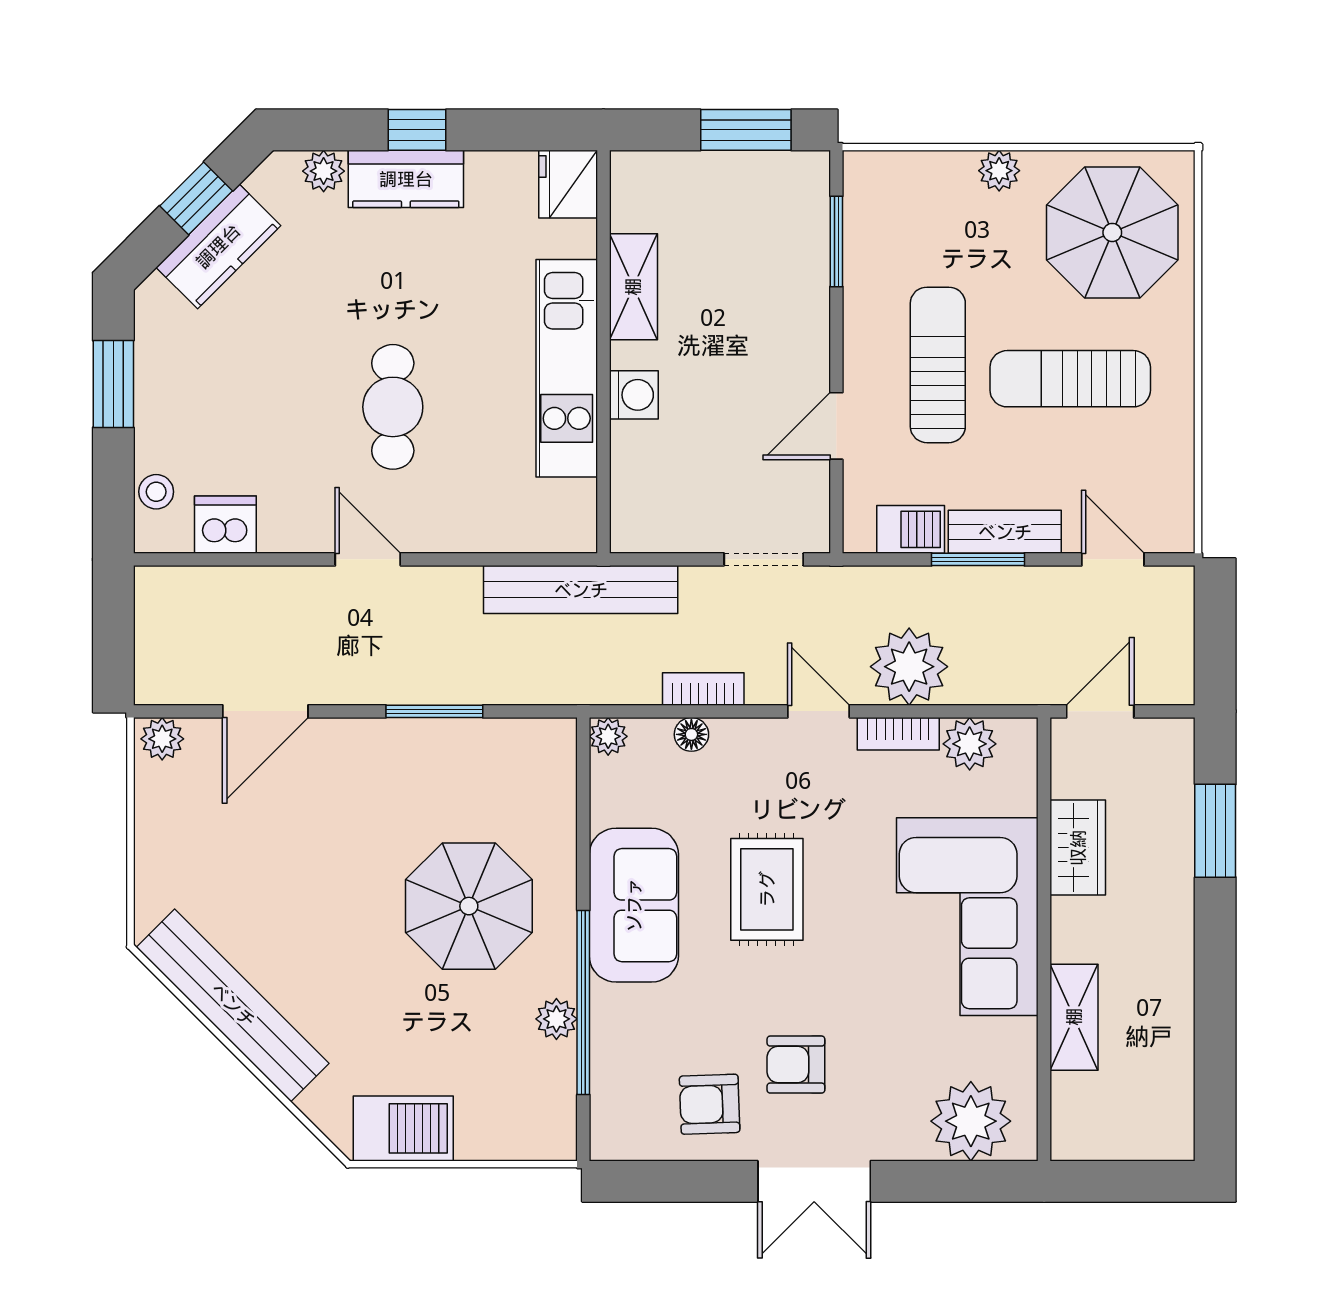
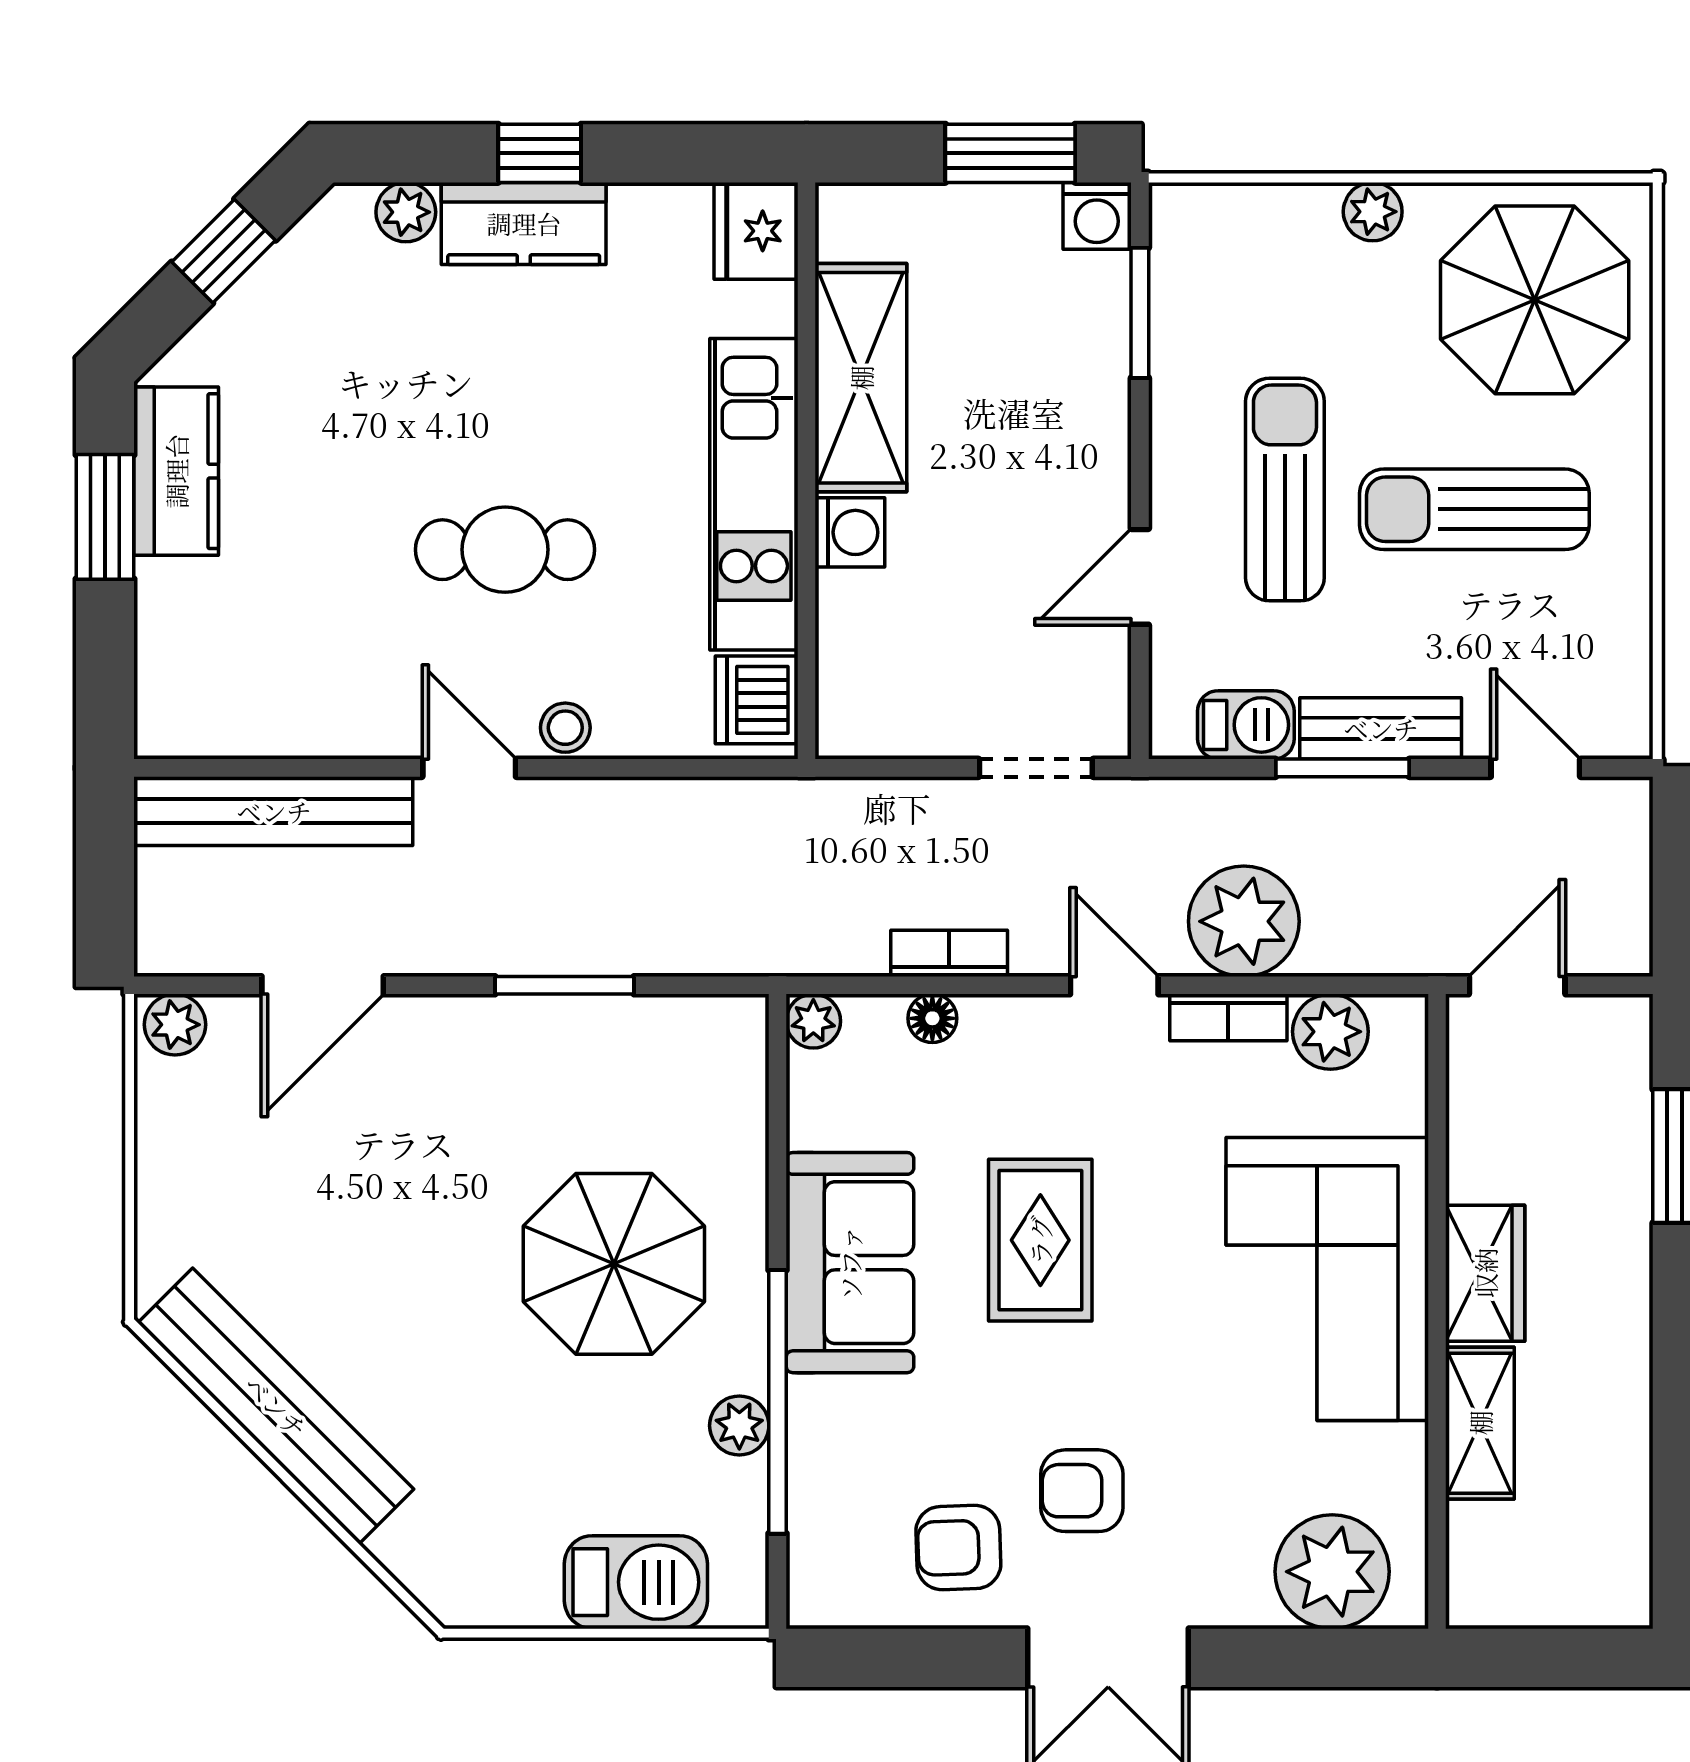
washing machine: (806, 174) -> (1097, 216), added
kitchen counter: (218, 246) -> (176, 471), moved, turned -45
shelving: (633, 287) -> (861, 378), width x1.50, depth x1.33
cafe table: (393, 407) -> (505, 550), turned 90
stool: (156, 492) -> (565, 728), moved
dishwasher: (225, 525) -> (757, 700), moved, turned -90
bench: (581, 590) -> (274, 811), moved
wardrobe: (1078, 848) -> (1485, 1273), moved
barbecue: (403, 1128) -> (636, 1582), moved

